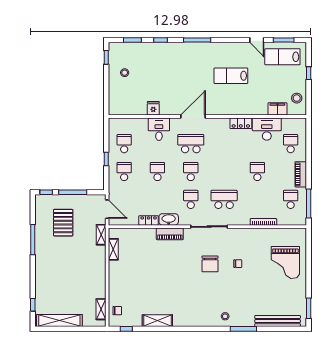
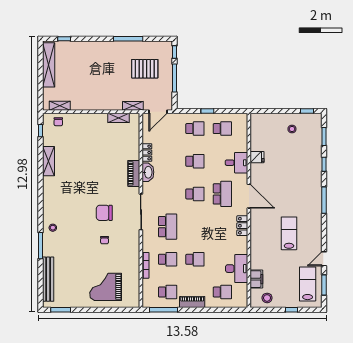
locker: (241, 123) -> (242, 226), moved
school desk: (191, 199) -> (168, 259), moved

